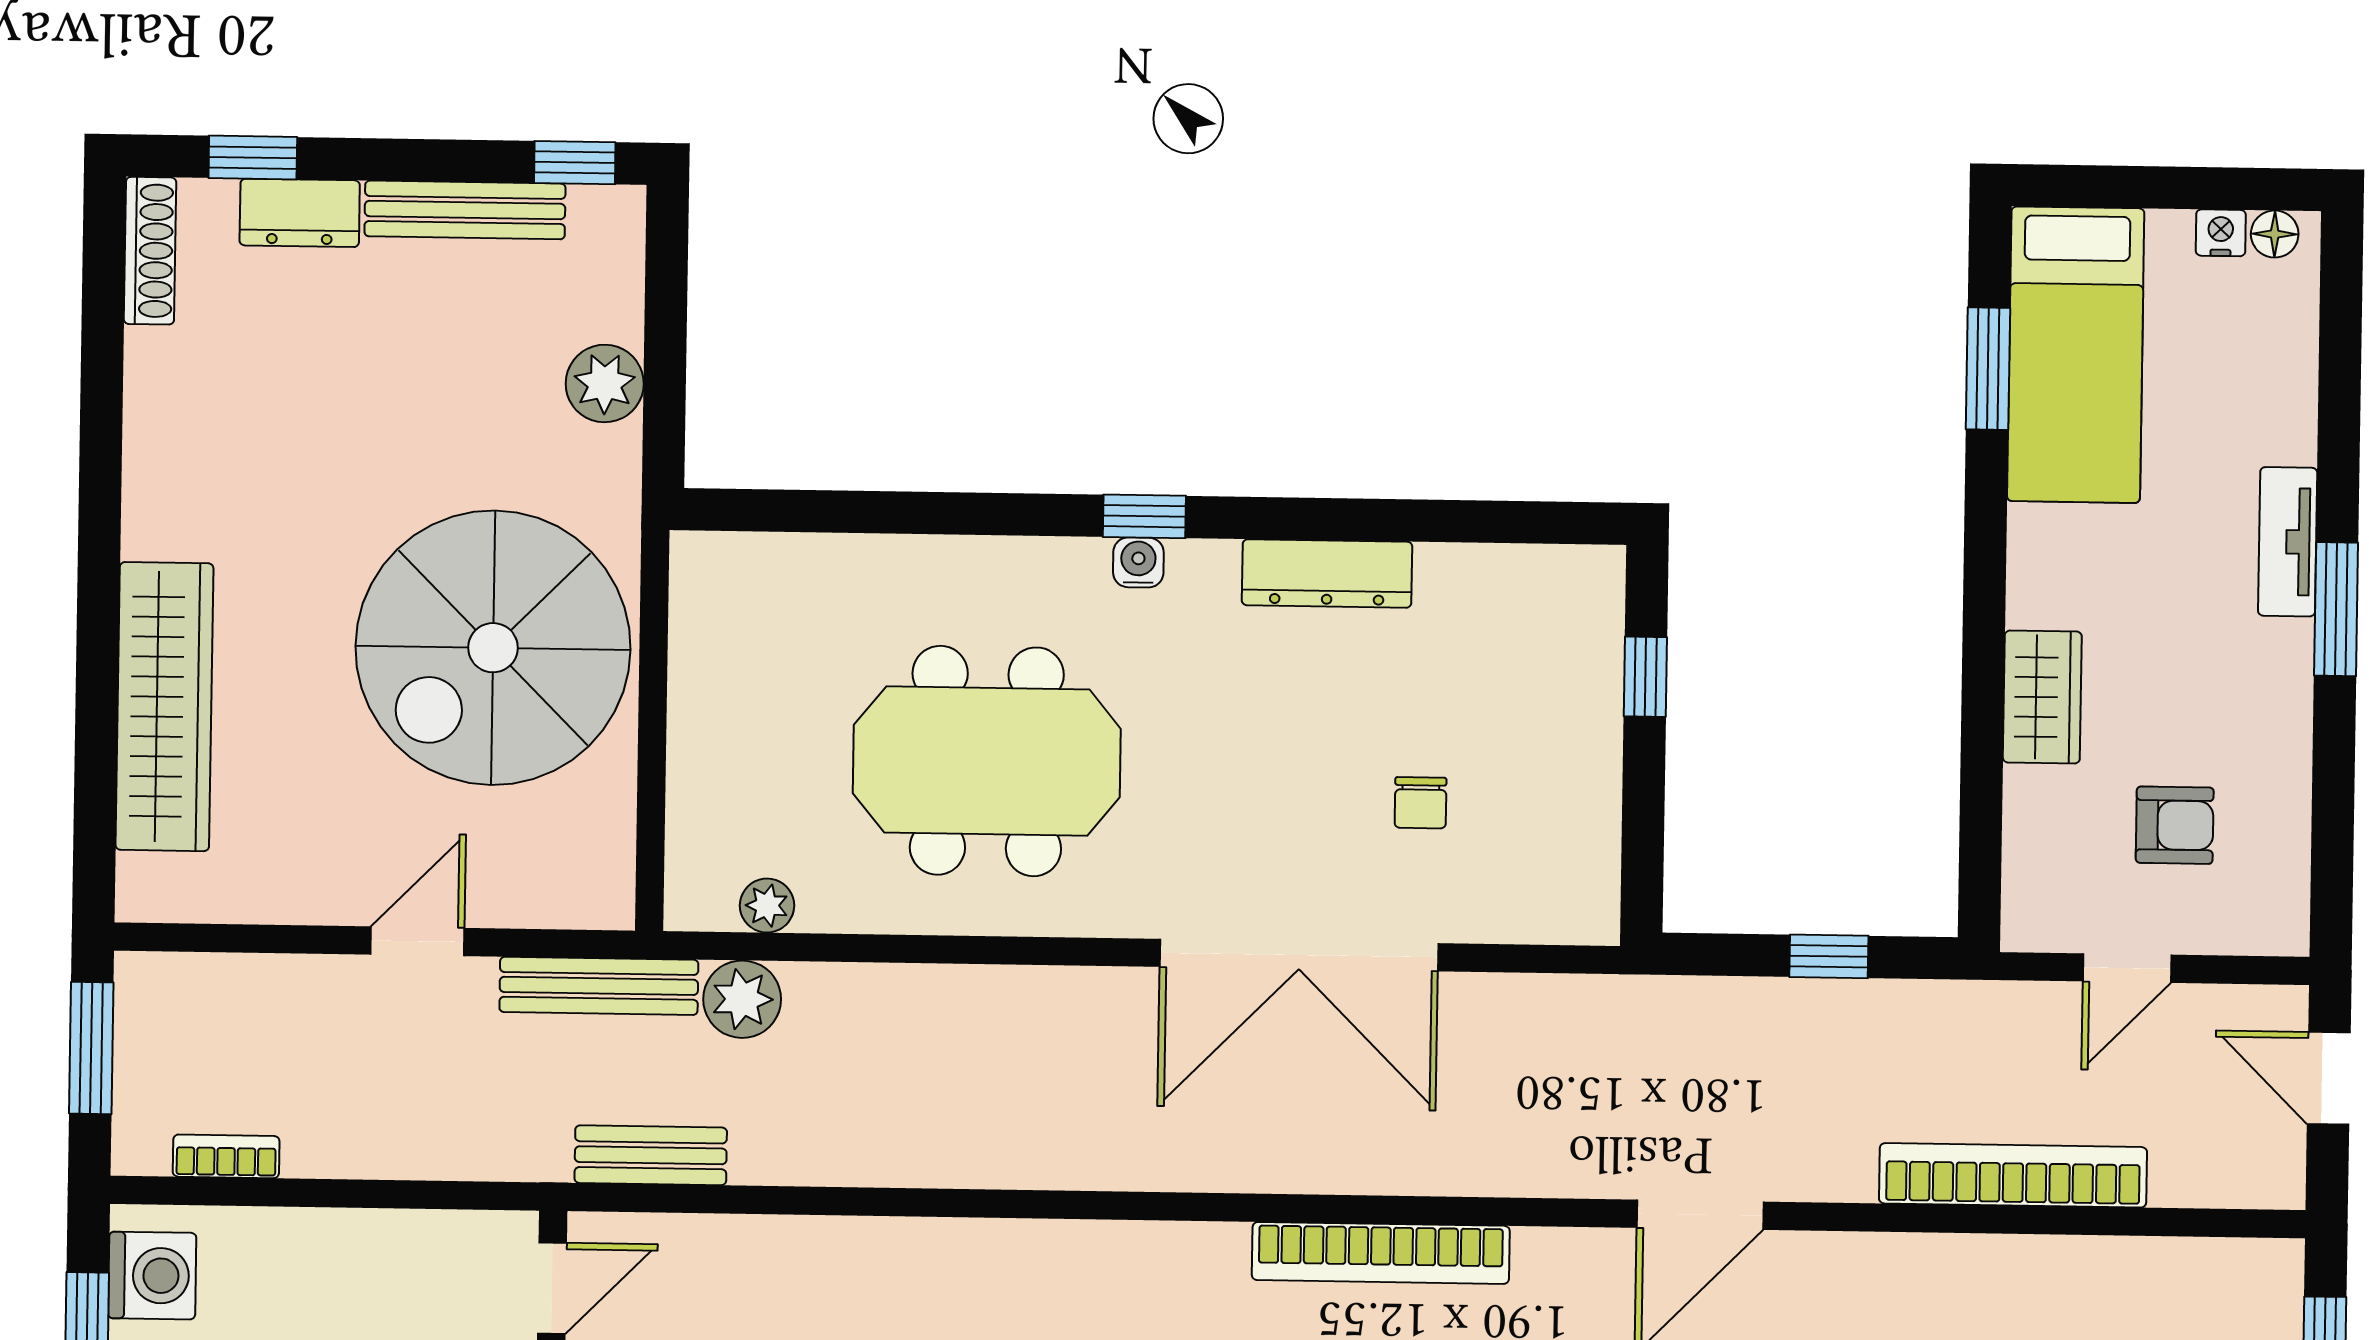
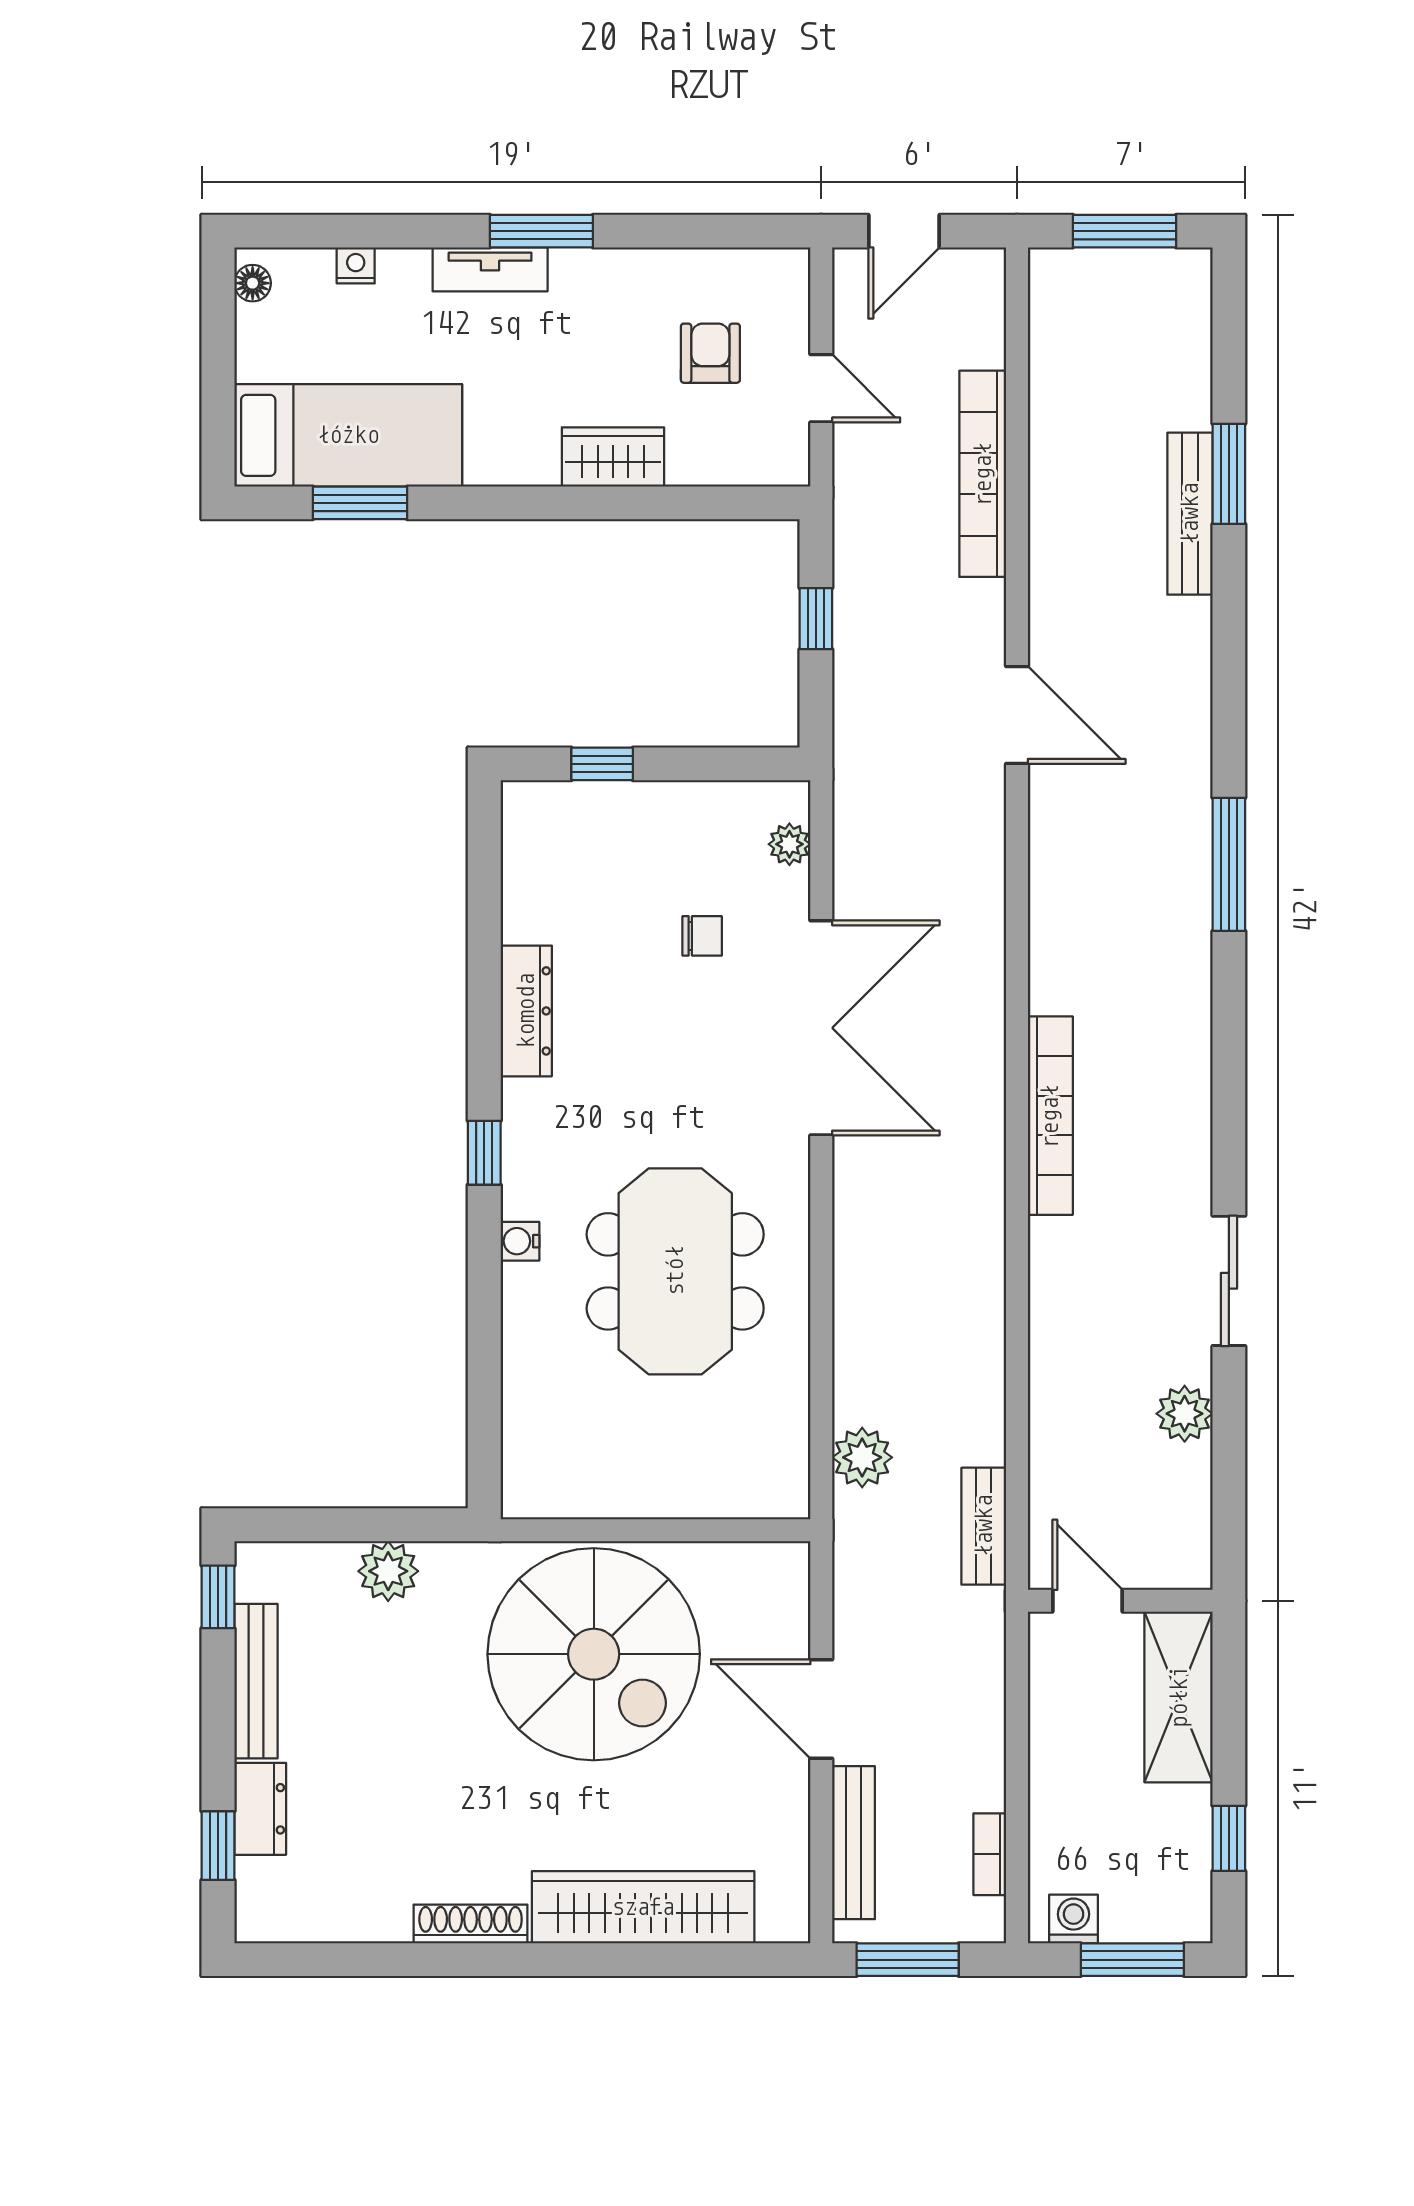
nightstand: (2221, 233) -> (356, 265), moved, turned 90
shoe rack: (150, 251) -> (471, 1924), moved
water cooler: (1138, 562) -> (520, 1241), moved
plant: (767, 906) -> (789, 844), moved
door: (418, 941) -> (821, 1709), width x1.38
bench: (599, 986) -> (854, 1843), moved
bookcase: (1381, 1253) -> (1050, 1116), moved
washing machine: (152, 1276) -> (1074, 1919), width x0.73, depth x0.73

